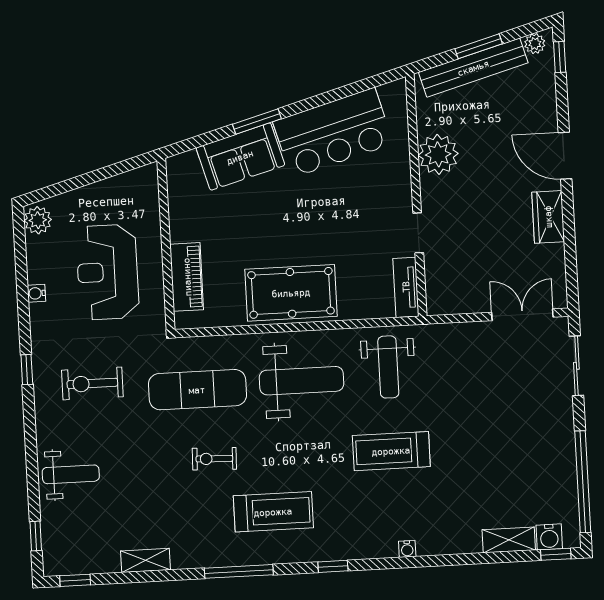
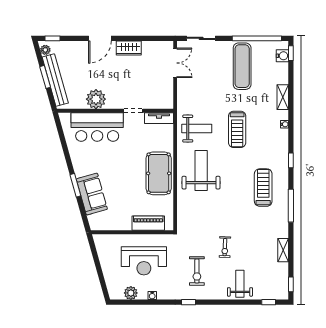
bar counter: (333, 133) -> (97, 127), moved, turned 106
plant: (38, 220) -> (131, 293), moved
double door: (522, 315) -> (175, 63), swing flipped
exercise mat: (197, 390) -> (242, 66), moved
exercise bike: (214, 459) -> (225, 247), moved
shelving: (509, 540) -> (283, 97), moved

